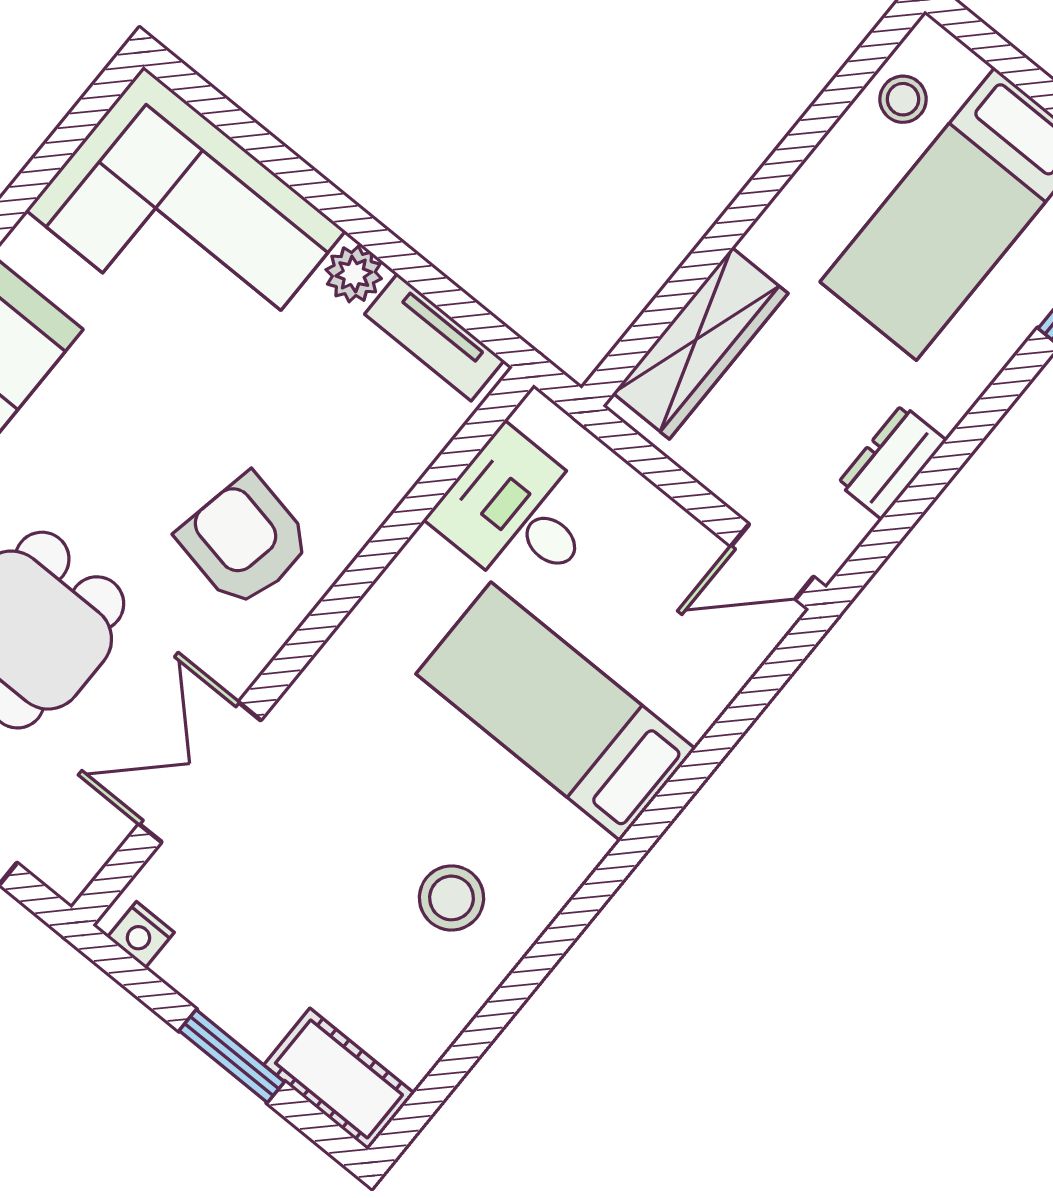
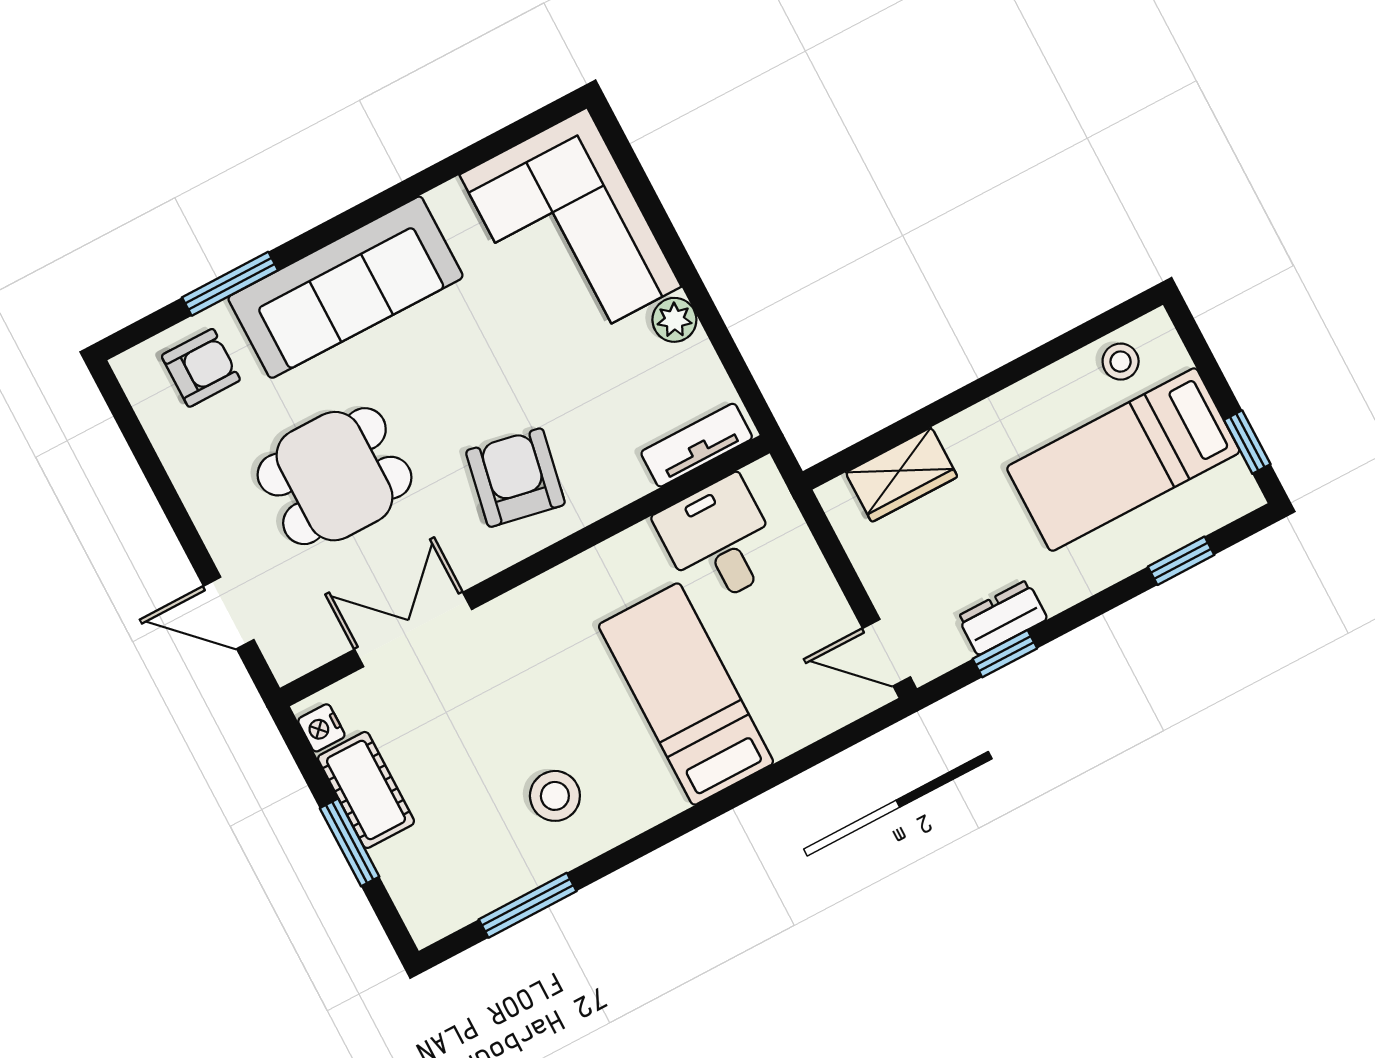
tv unit: (434, 337) -> (697, 445), moved, turned 90
wardrobe: (701, 343) -> (902, 475), width x0.67
window: (913, 503) -> (1005, 654), added
window: (474, 1041) -> (528, 905), added
cot: (339, 1079) -> (366, 790), moved

